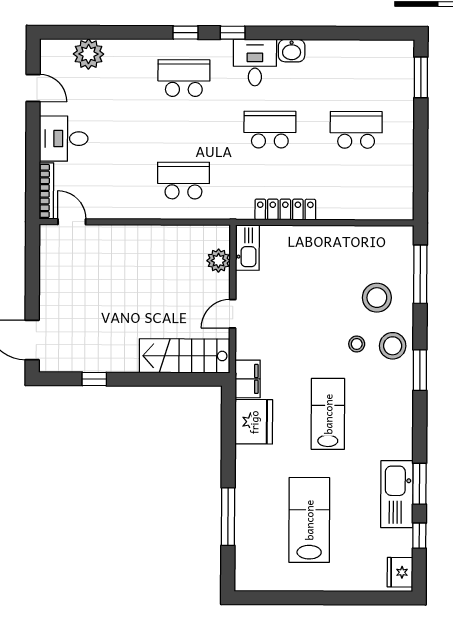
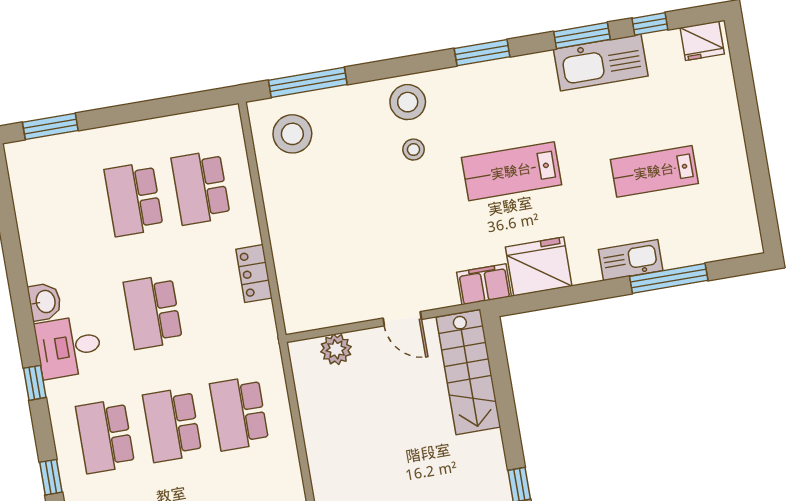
window: (186, 33) -> (51, 477), moved
school desk: (184, 129) -> (172, 425), added
school desk: (356, 181) -> (201, 188), added
locker: (285, 210) -> (254, 274), width x0.66
kitchen sink: (247, 248) -> (631, 260), moved
stool: (377, 298) -> (292, 134), moved
window: (420, 370) -> (482, 53), moved
lab bench: (309, 520) -> (654, 171), width x0.73, depth x0.72

